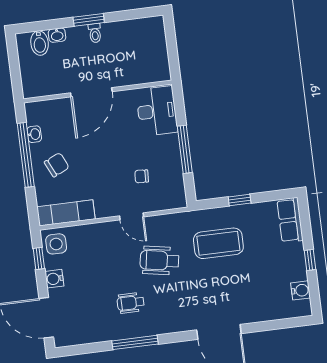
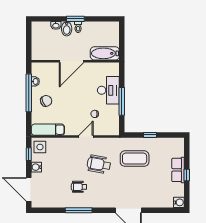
bidet: (40, 43) -> (67, 29), moved
bathtub: (146, 72) -> (105, 53), added
desk: (157, 111) -> (108, 90), moved
door: (132, 216) -> (86, 136), swing flipped
row of seats: (290, 220) -> (178, 170), moved
water cooler: (301, 290) -> (179, 202), moved

